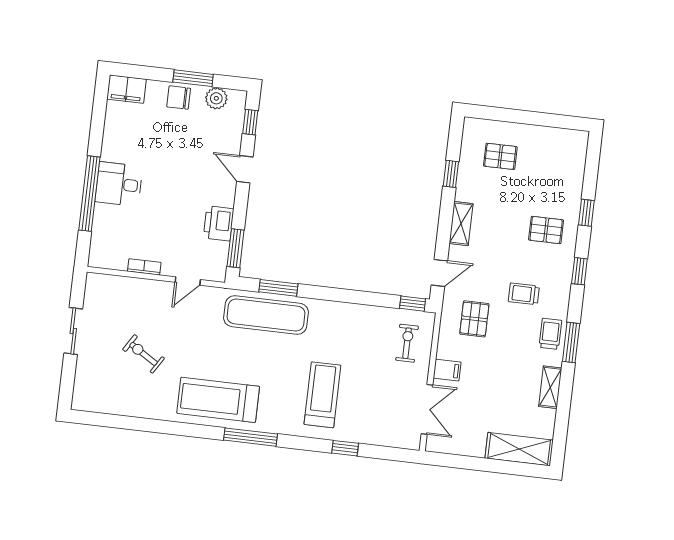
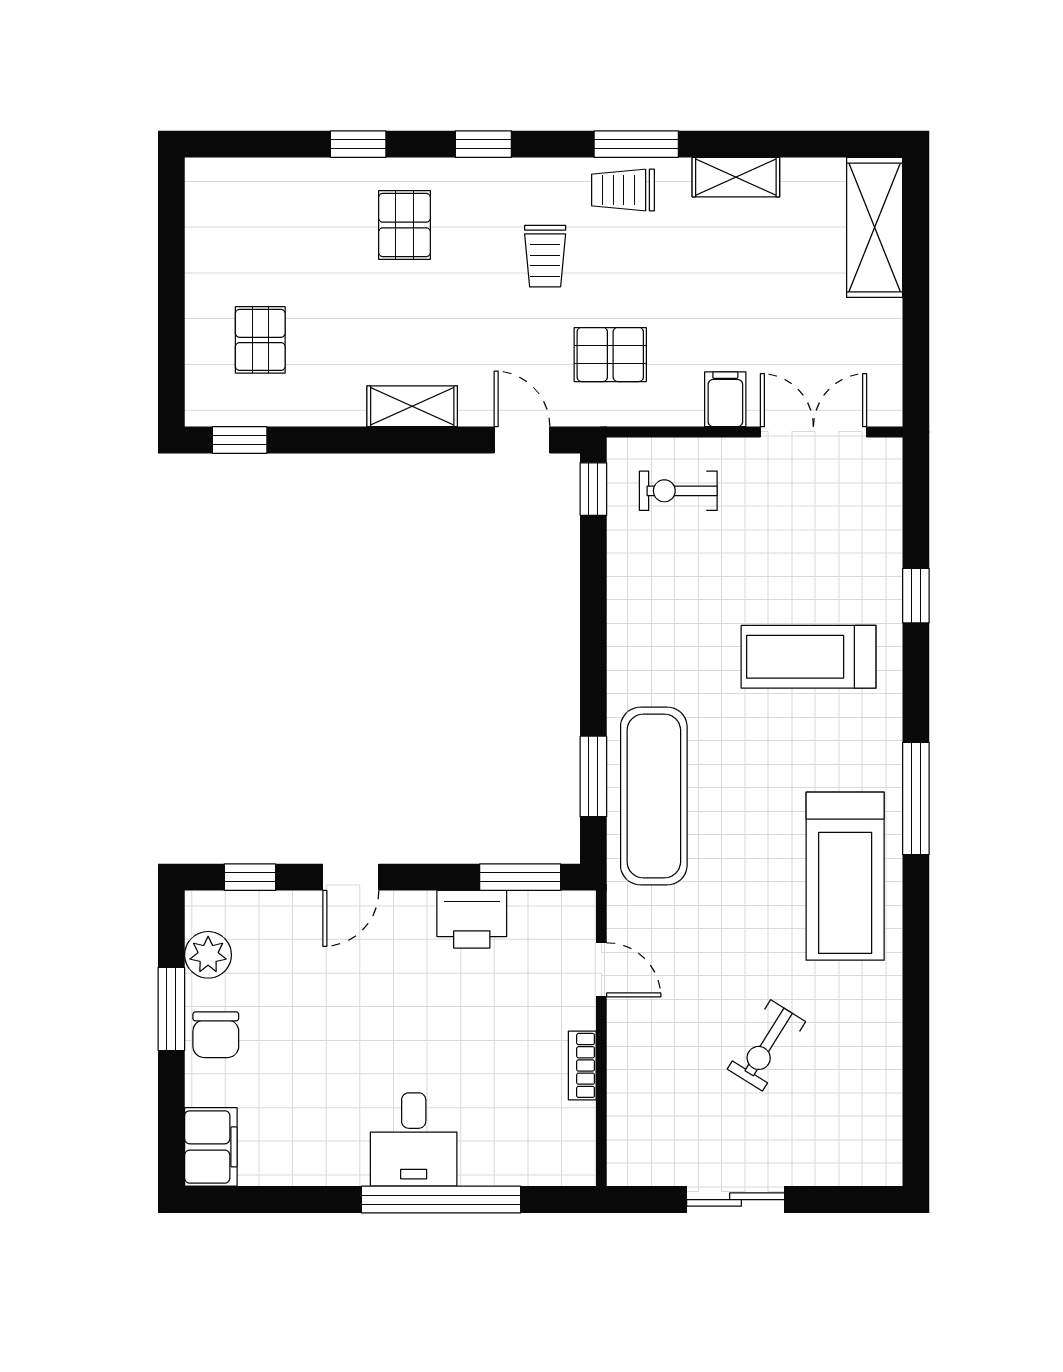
window: (451, 174) -> (240, 440), moved

